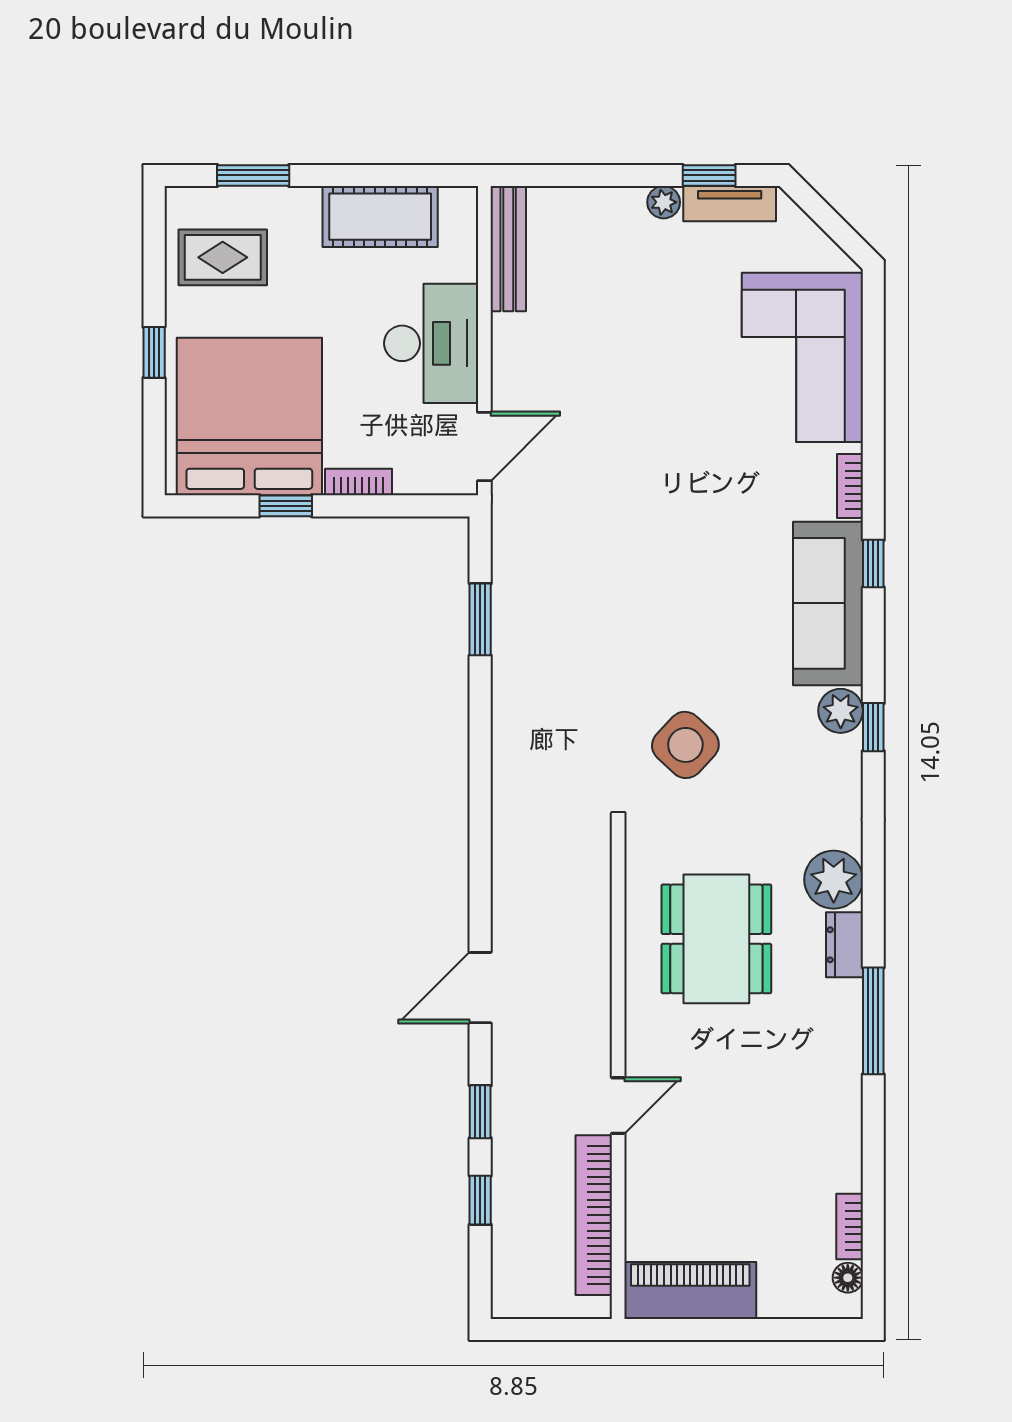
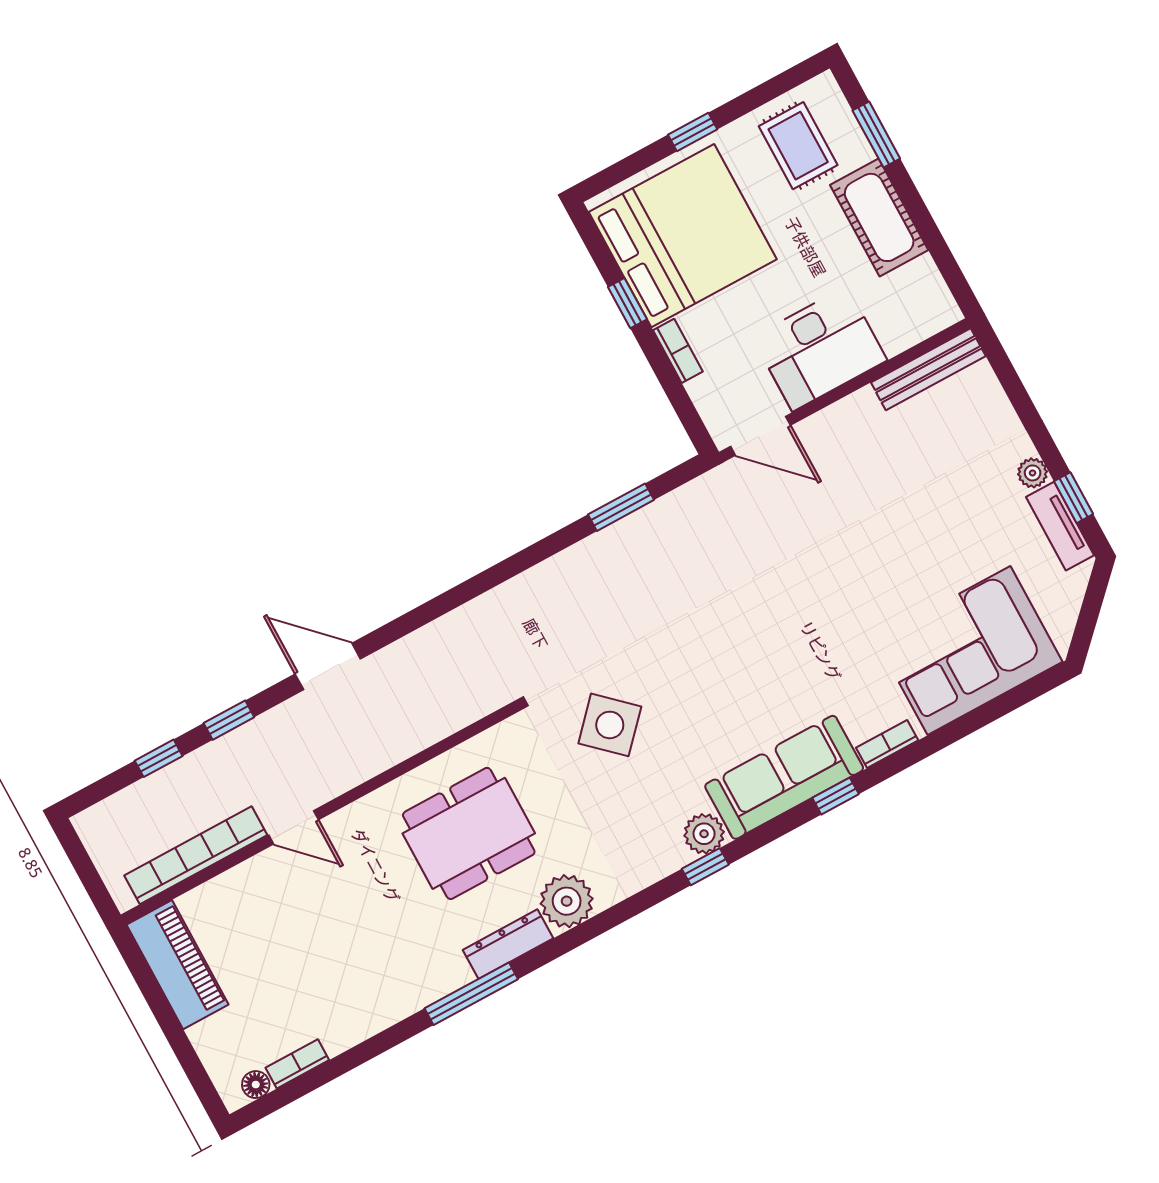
cot: (380, 217) -> (879, 217), moved
dresser: (844, 945) -> (508, 944), width x1.44

